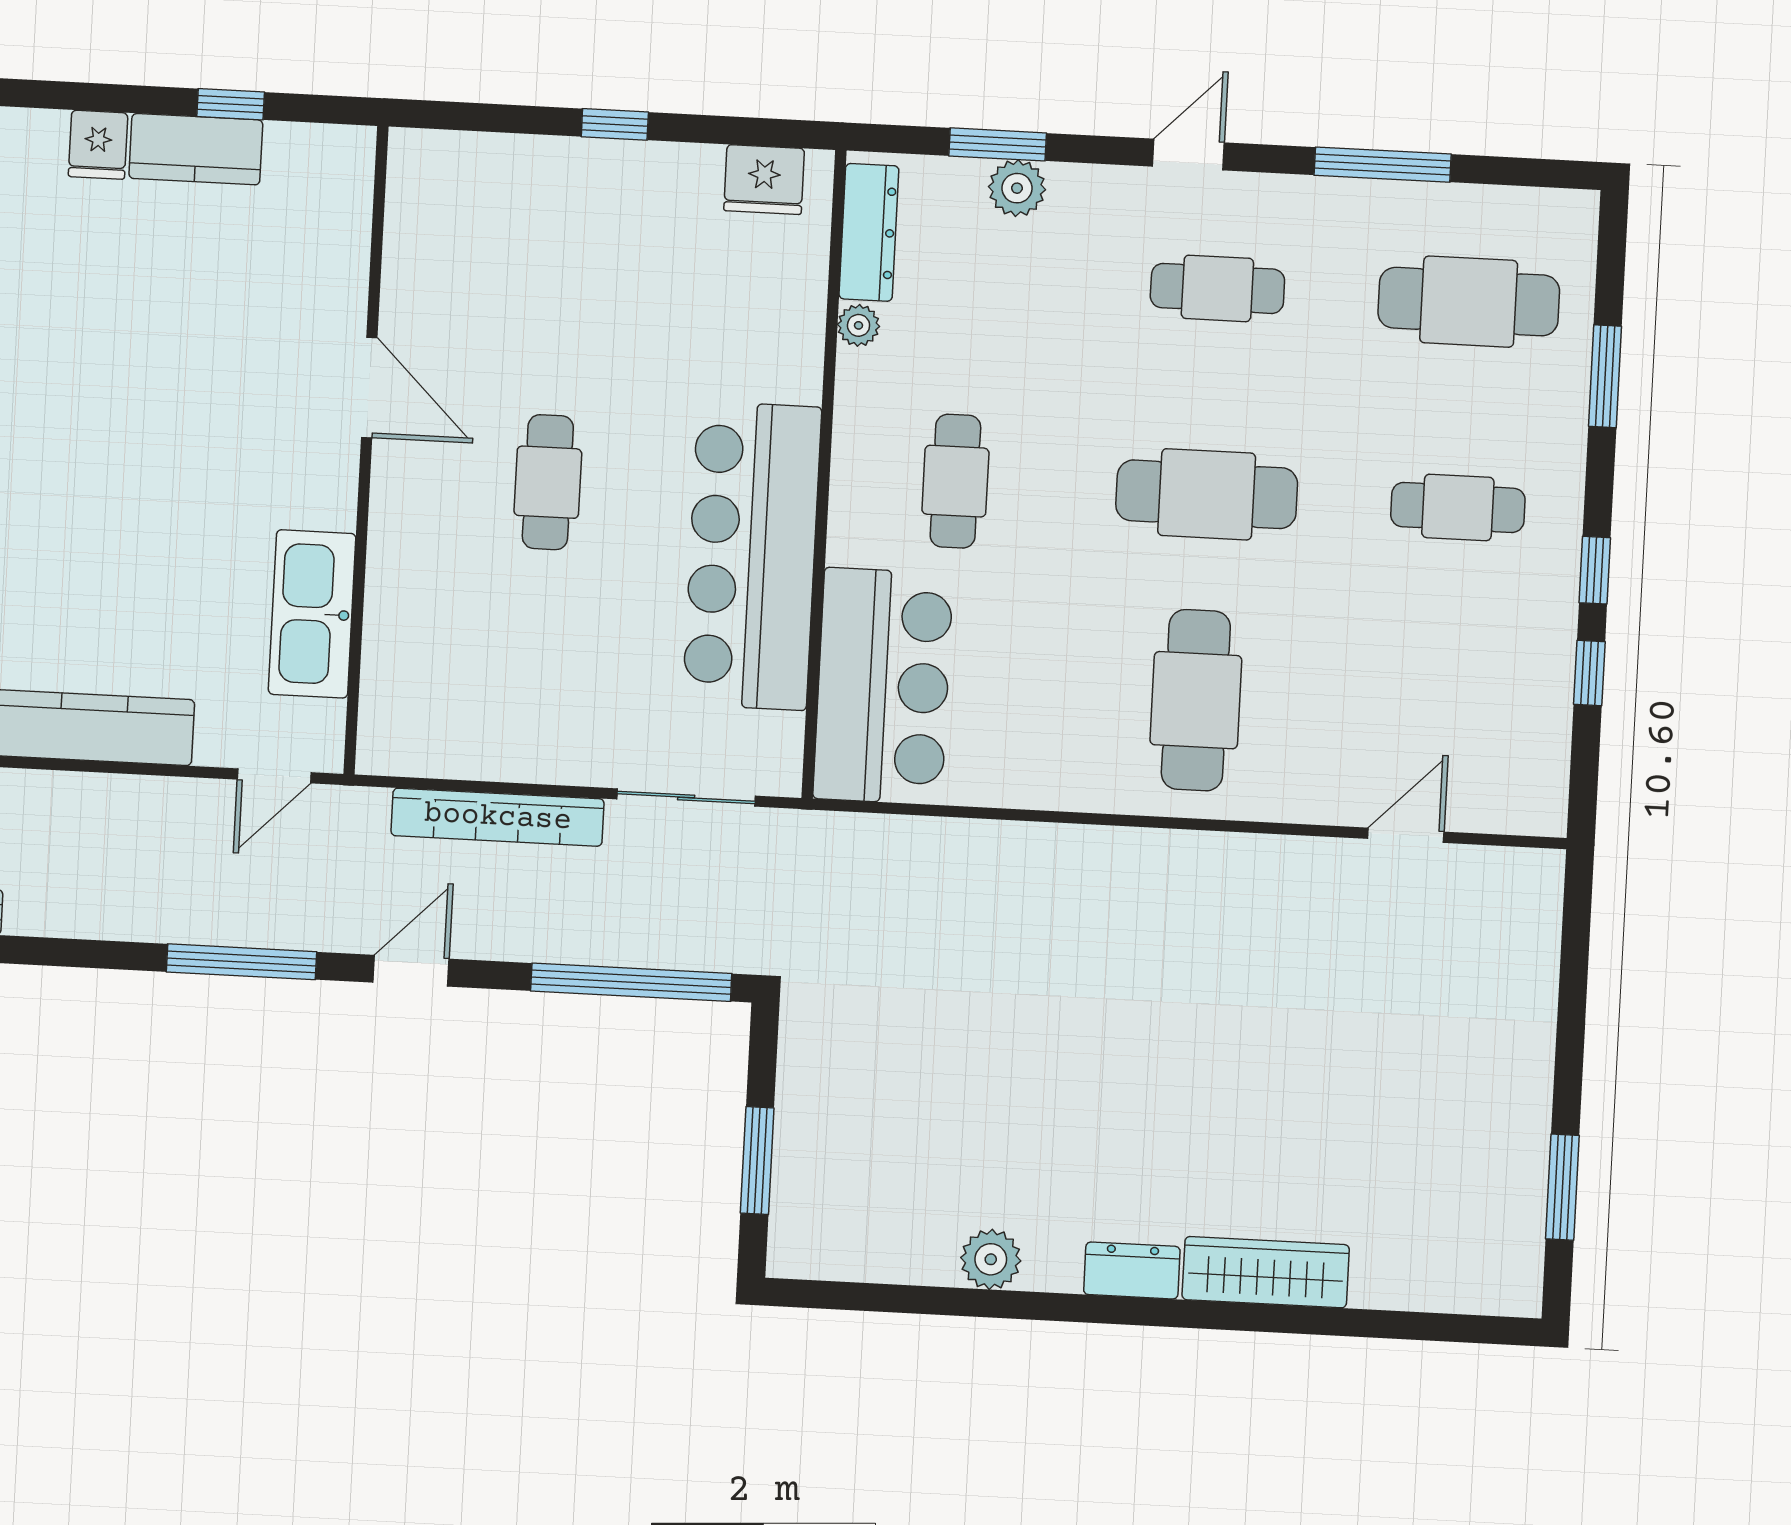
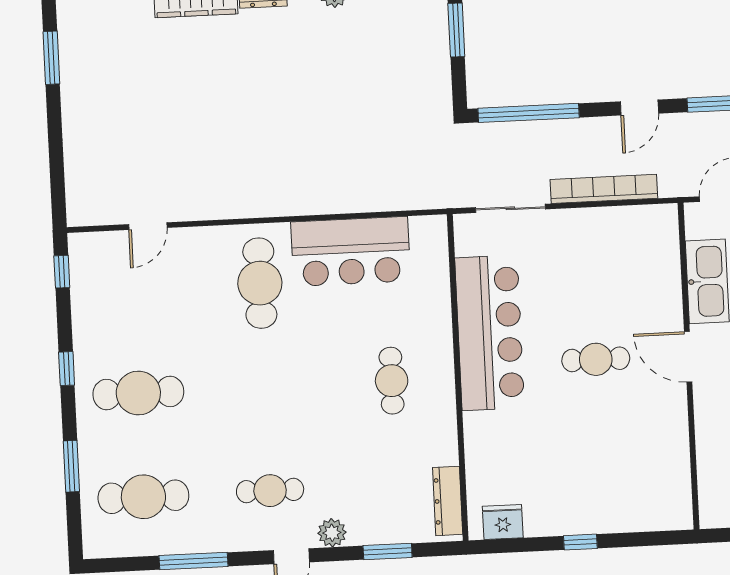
plant: (1017, 188) -> (332, 533), moved
plant: (859, 325) -> (448, 454), removed
door: (369, 388) -> (688, 357), moved
cafe table: (548, 482) -> (596, 359), turned 90
cafe table: (1207, 494) -> (265, 387), removed
cafe table: (1458, 507) -> (138, 393), width x1.37, depth x1.35
window: (1589, 673) -> (62, 272), moved
bar counter: (883, 686) -> (351, 251), moved, turned -90

